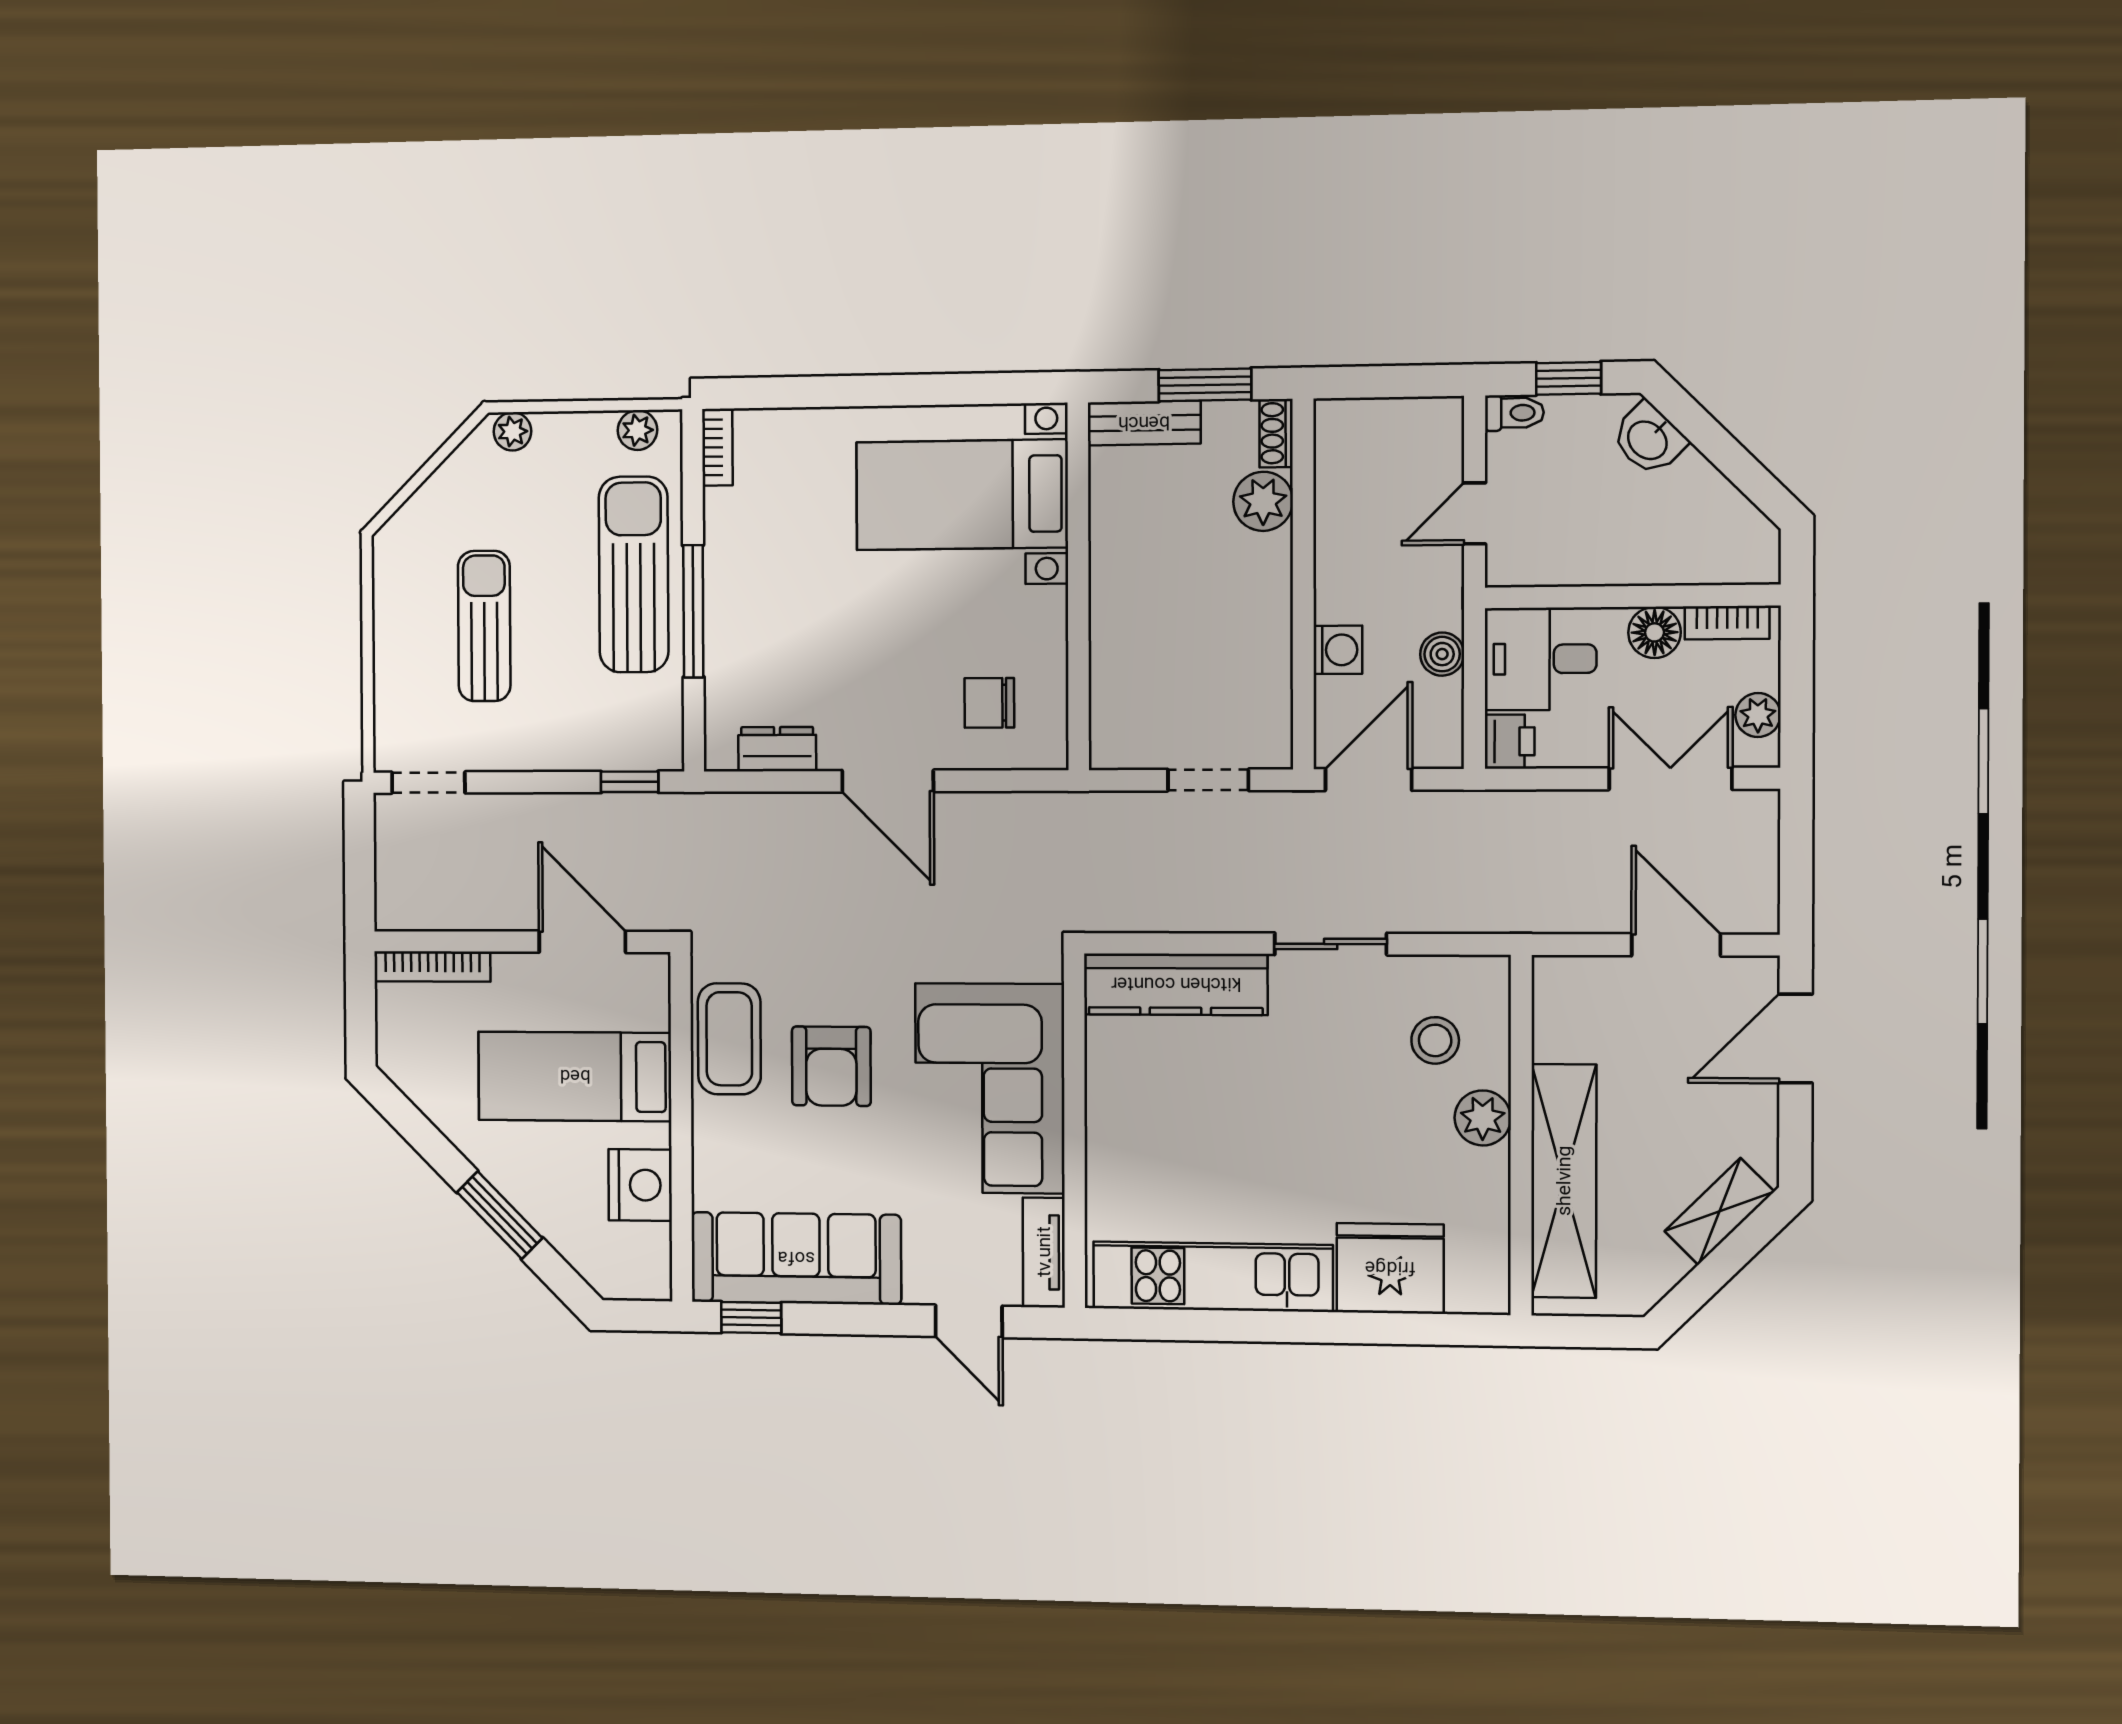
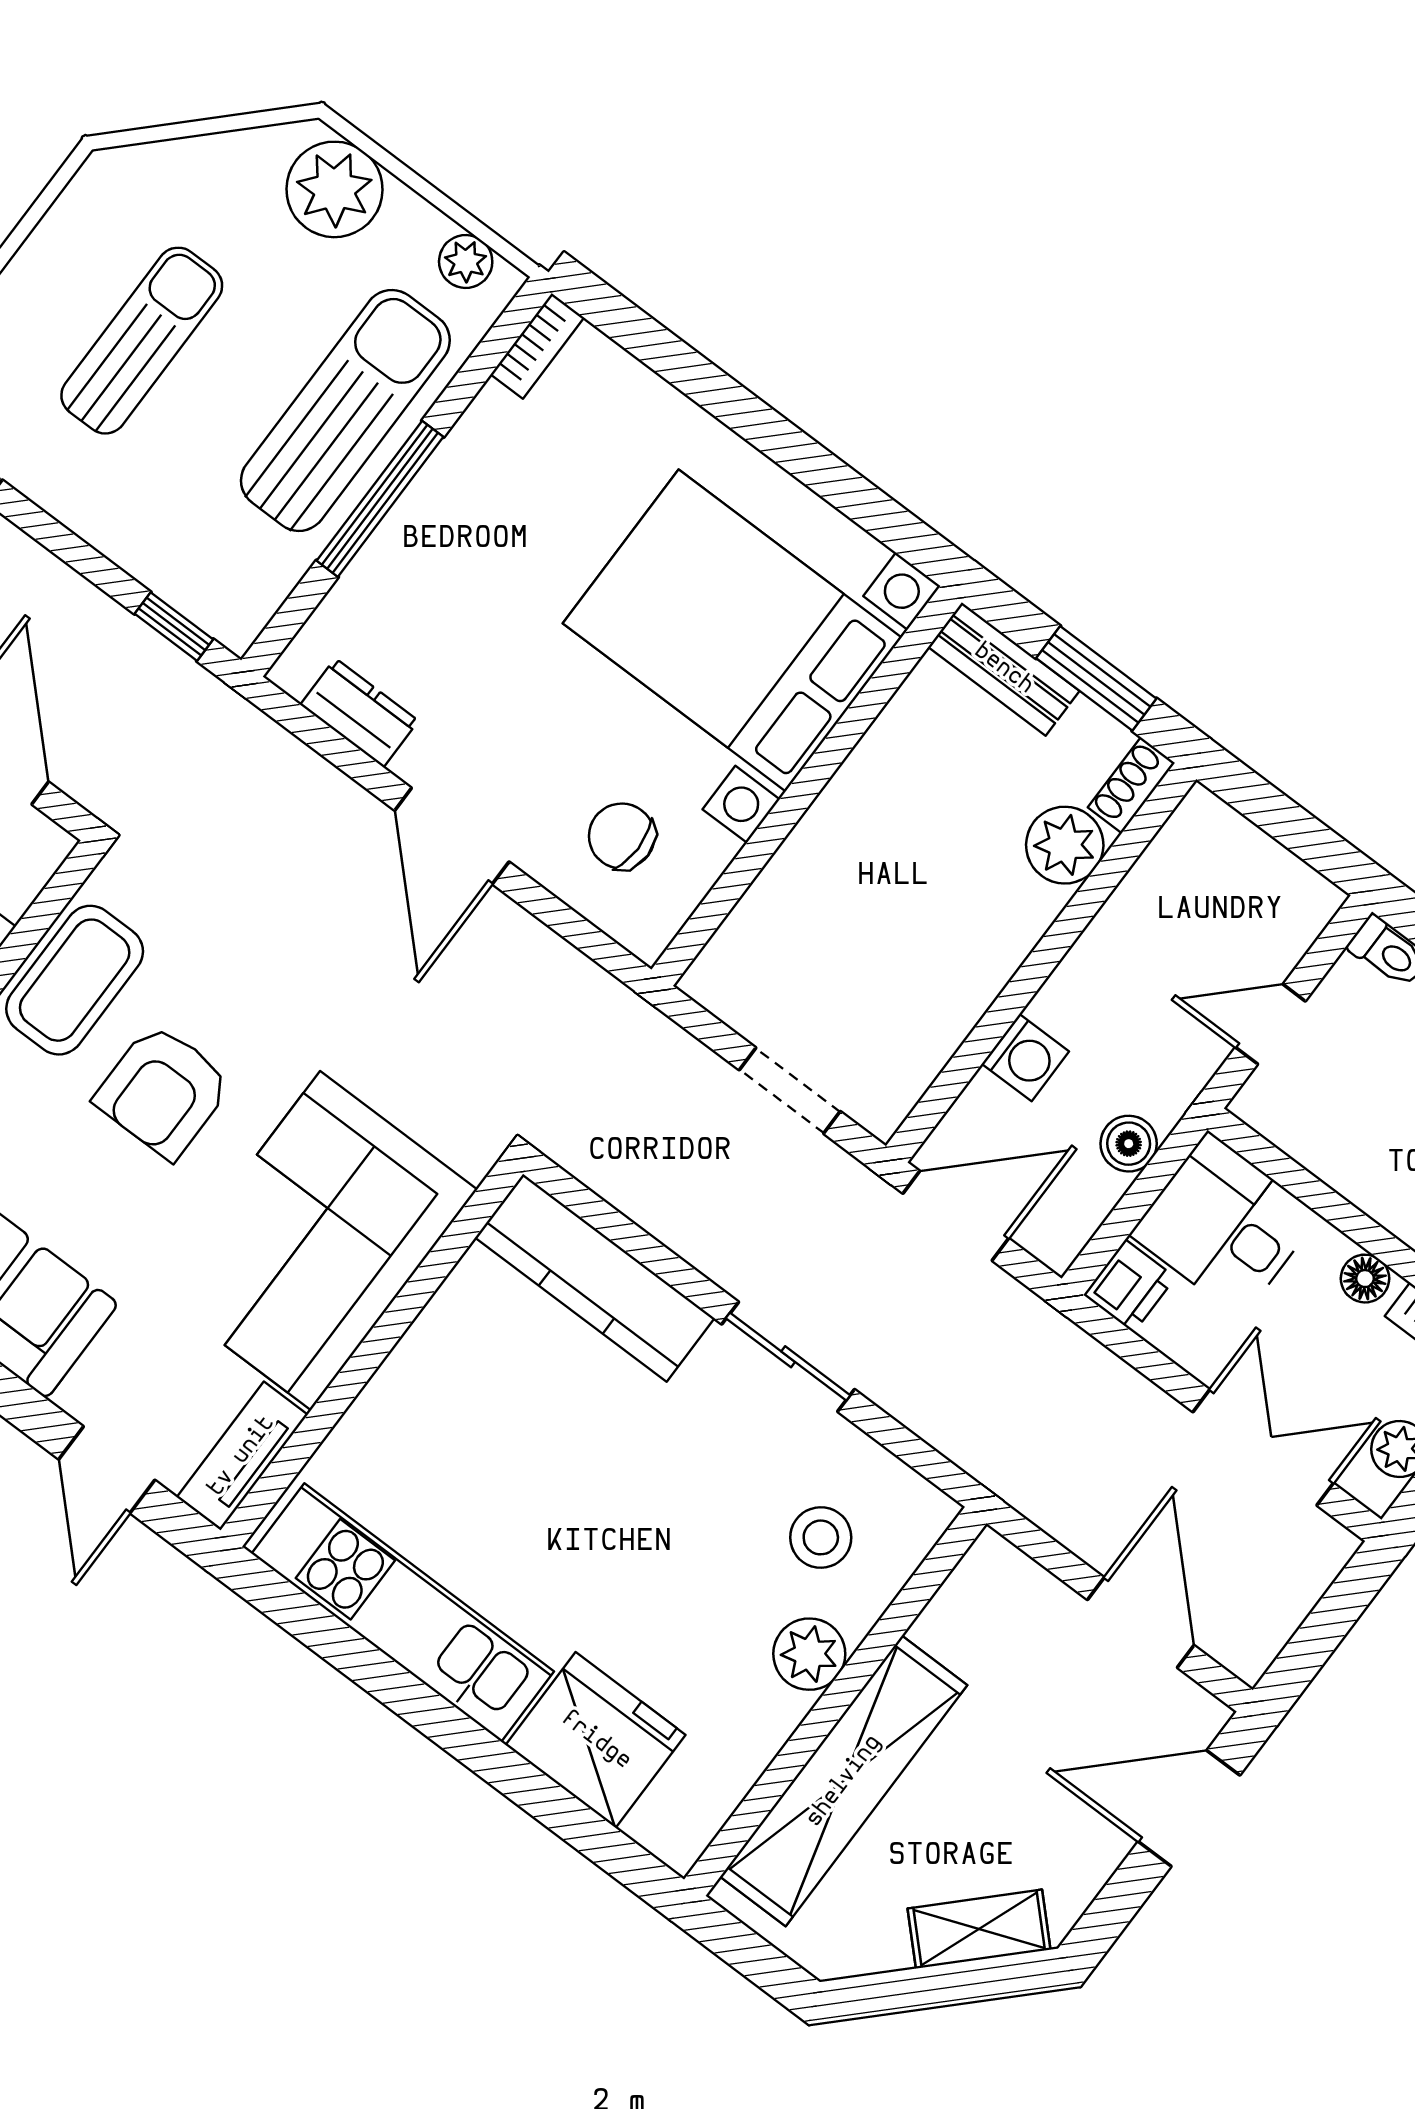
plant: (512, 431) -> (334, 189), width x1.88, depth x1.88
bed with nightstands: (962, 495) -> (732, 630), width x1.36
floor lamp: (1655, 632) -> (1365, 1279), width x0.73, depth x0.73

